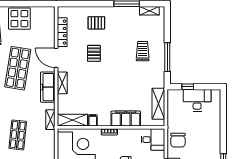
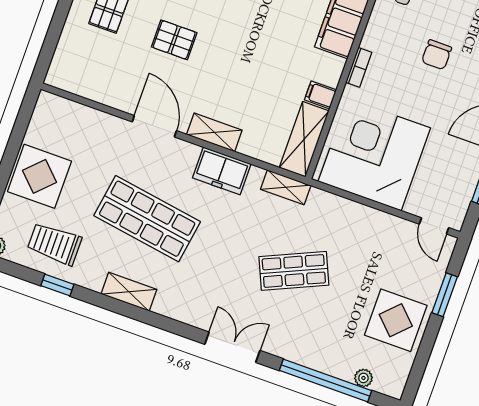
locker: (62, 32) -> (103, 93), removed
door: (56, 58) -> (154, 126), swing flipped
freezer: (48, 87) -> (222, 171), width x0.71
shop shelf: (18, 135) -> (294, 271), turned -30

